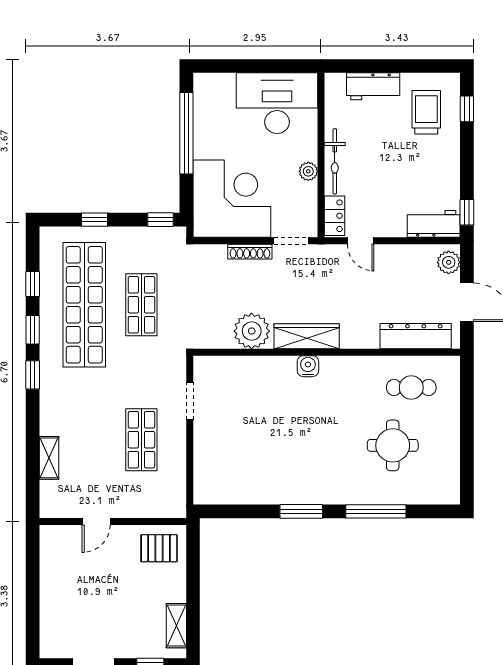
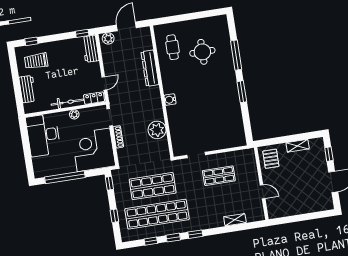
shop shelf: (141, 305) -> (153, 186), width x1.43, depth x1.36
wardrobe: (307, 336) -> (155, 103), removed
dresser: (416, 336) -> (150, 68), moved
shelving: (176, 626) -> (298, 146), moved

